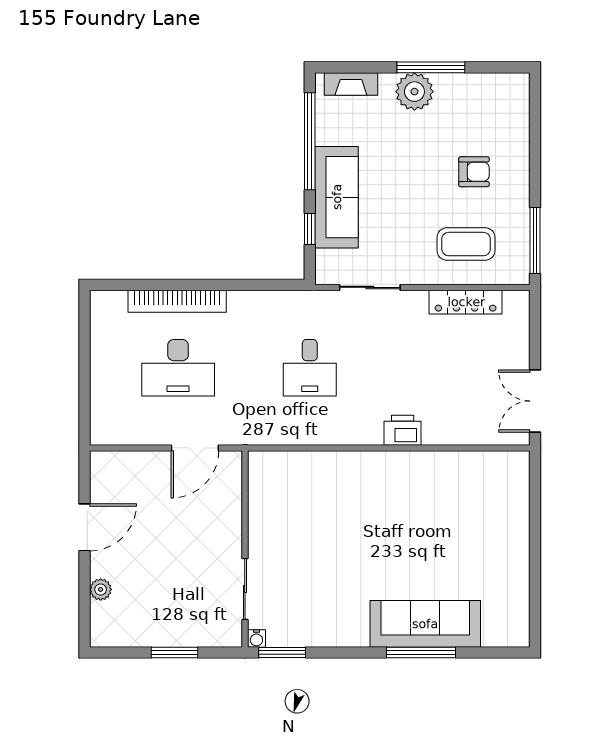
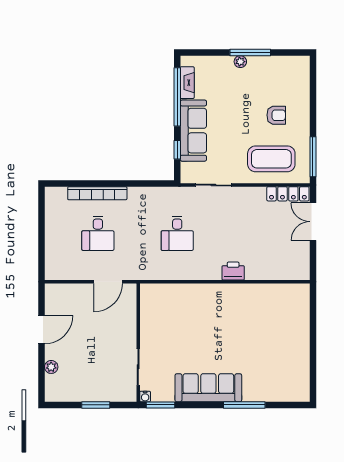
fireplace: (351, 84) -> (187, 83), moved, turned -90
plant: (414, 92) -> (240, 62), width x0.53, depth x0.53
coffee table: (466, 244) -> (271, 159), width x1.36, depth x1.32
locker: (466, 302) -> (288, 194), moved
desk: (178, 368) -> (98, 233), width x0.73
double door: (535, 401) -> (313, 222), moved
sofa: (425, 624) -> (208, 388), moved

